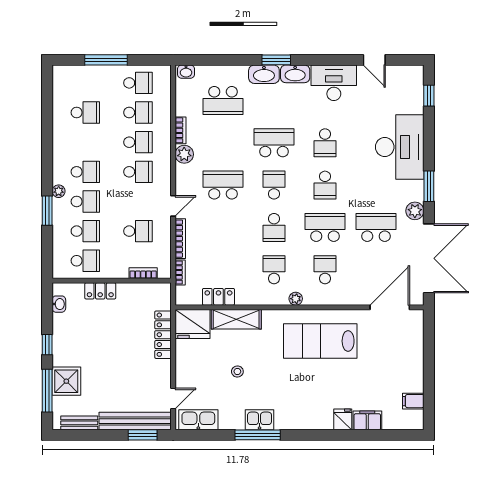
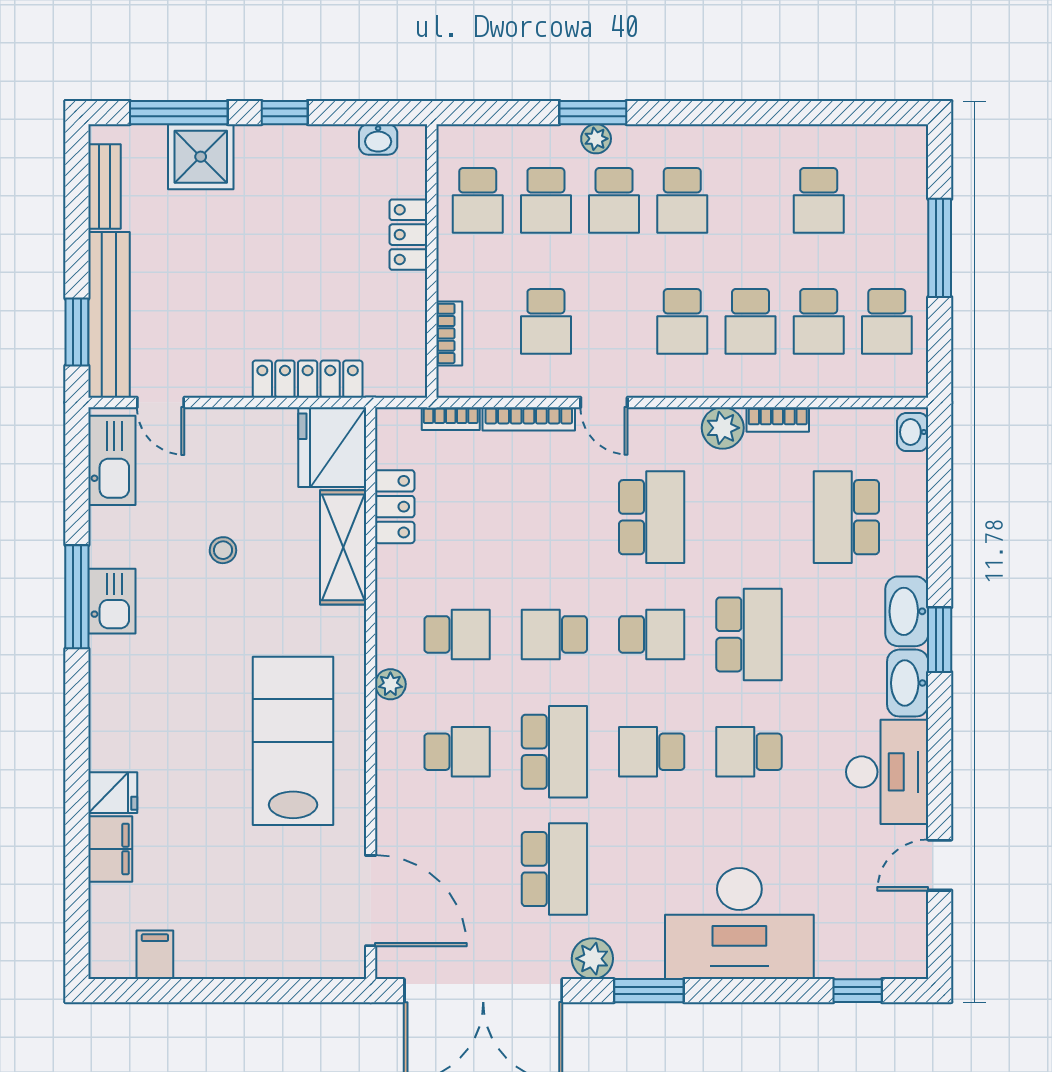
plant: (59, 191) -> (596, 139), moved

